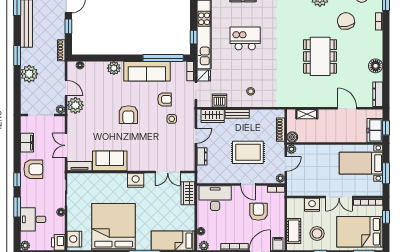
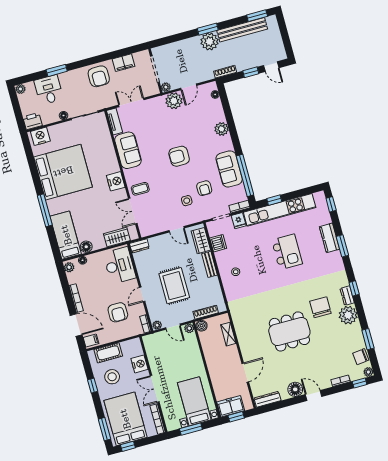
chair: (346, 21) -> (320, 307), moved, turned -79
door: (386, 50) -> (314, 396), added
sofa: (147, 71) -> (229, 169), width x0.73
plant: (29, 74) -> (210, 42), moved
dresser: (202, 156) -> (139, 246), moved
coffee table: (149, 159) -> (140, 189), added
window: (17, 180) -> (84, 63), removed
armchair: (258, 212) -> (118, 312), turned 90
window: (386, 217) -> (128, 446), moved
floor lamp: (189, 224) -> (86, 247), added

